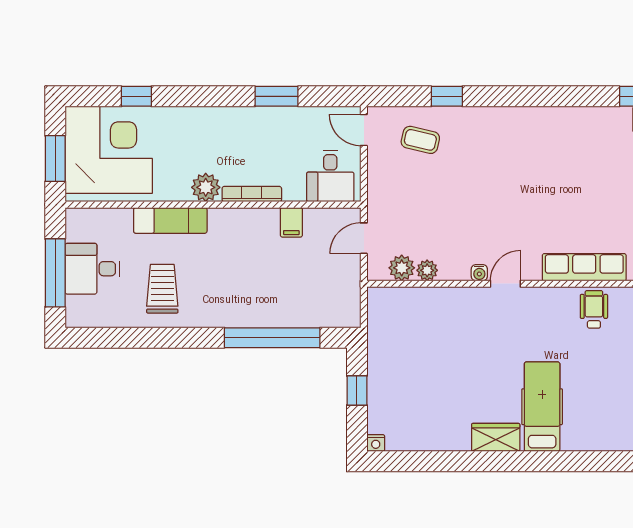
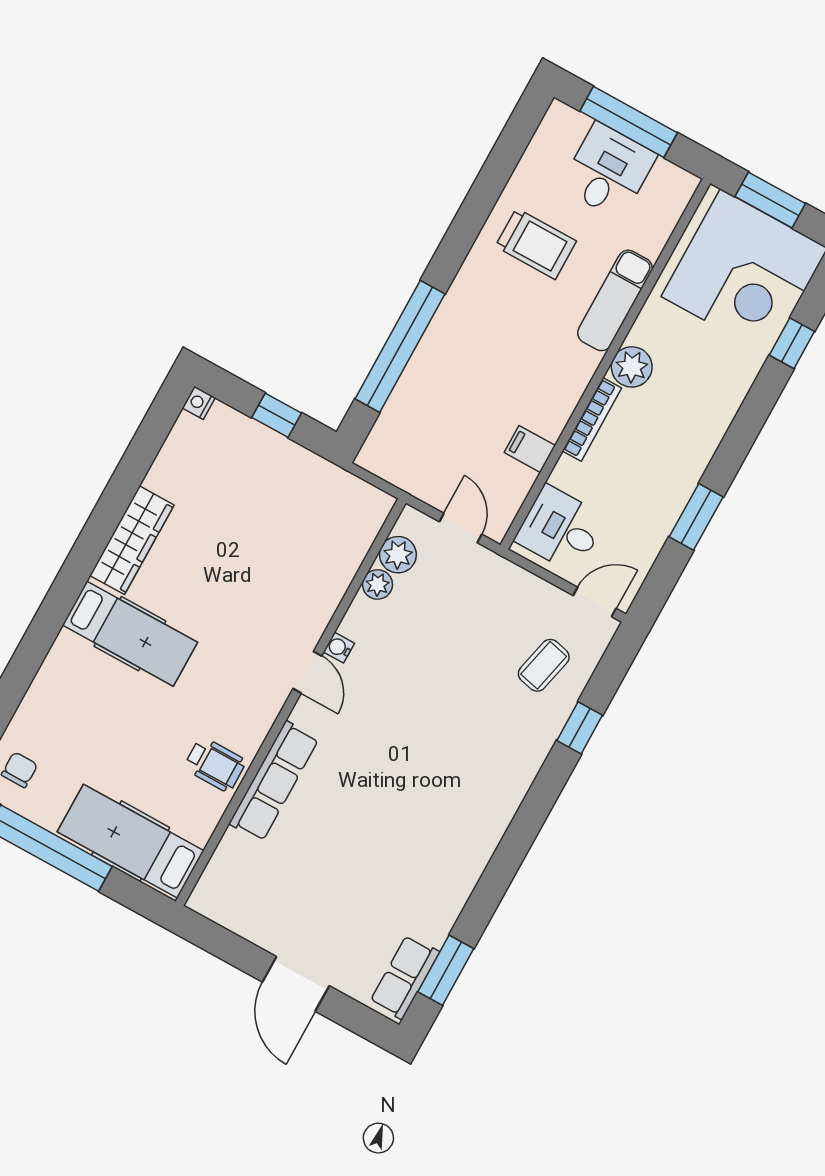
wardrobe: (496, 437) -> (132, 540), width x1.50

